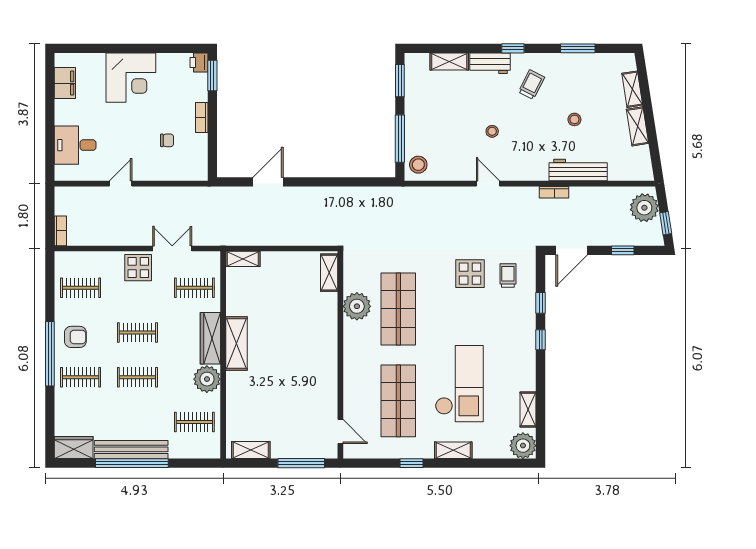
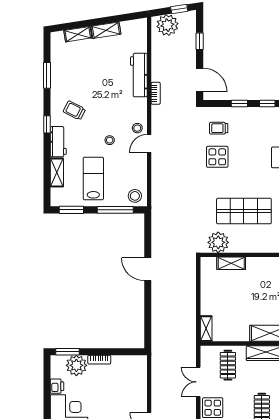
printer: (199, 63) -> (57, 386), moved, turned -90
plant: (194, 87) -> (76, 365), added
lab bench: (441, 110) -> (93, 179), added
stool: (574, 119) -> (137, 128), moved
chair: (167, 140) -> (117, 386), removed
door: (268, 182) -> (148, 269), moved
shelving: (329, 273) -> (231, 263), moved
plant: (357, 306) -> (218, 242), moved

